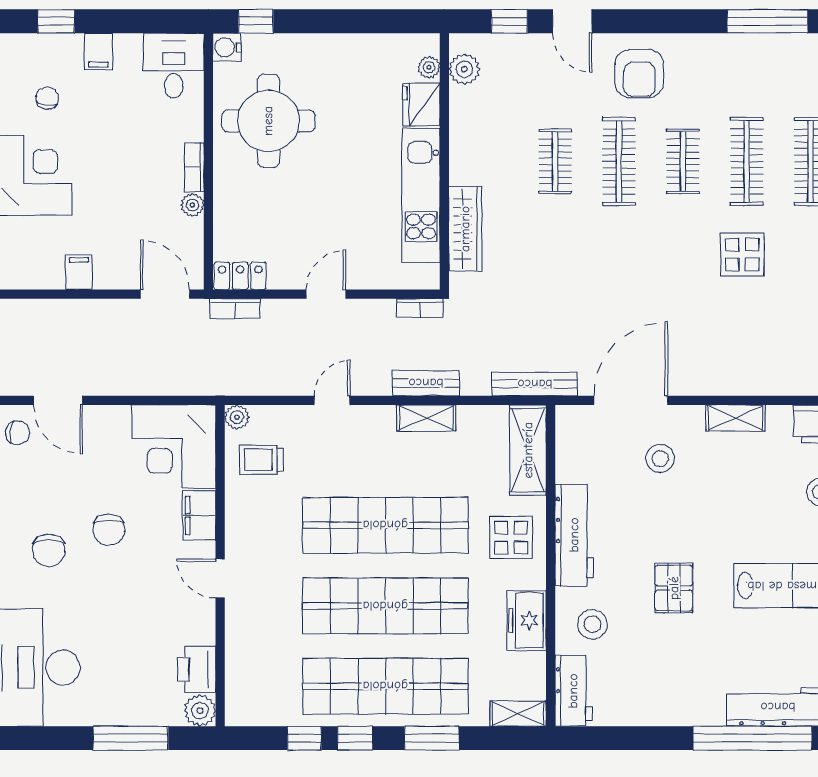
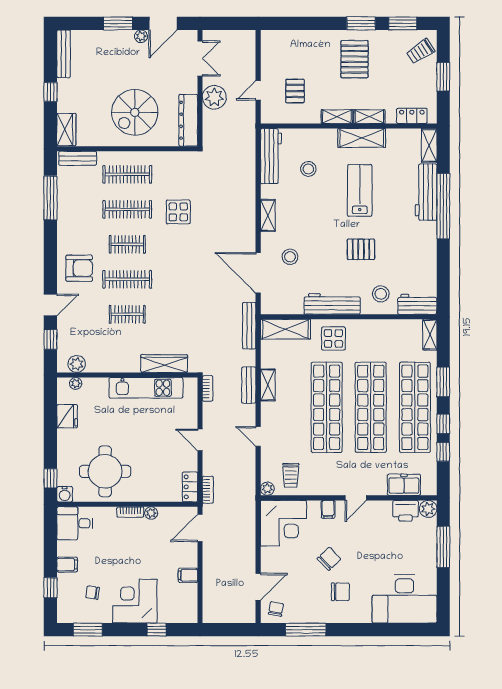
fridge: (421, 104) -> (67, 416), moved, turned -90
filing cabinet: (199, 516) -> (328, 509), width x0.50
chair: (109, 530) -> (329, 559), turned -44
freezer: (527, 620) -> (404, 485), moved, turned 180

